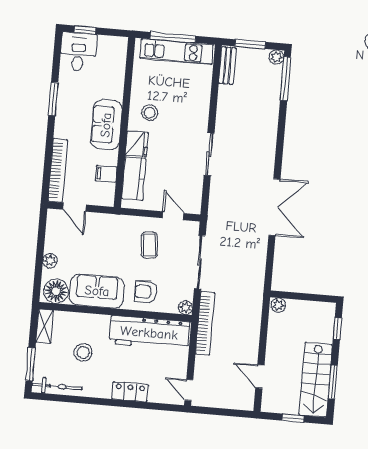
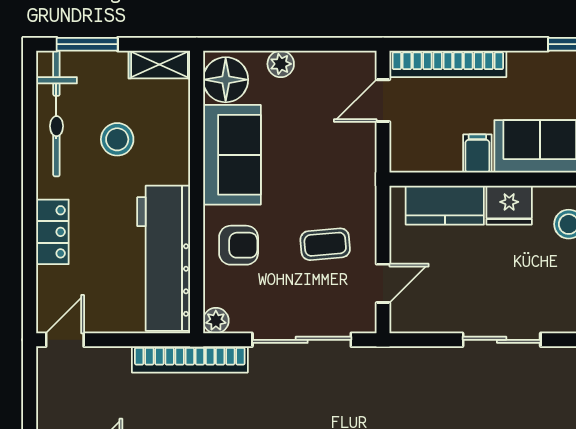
filing cabinet: (106, 174) -> (477, 154), moved
armchair: (146, 292) -> (239, 245), turned 90
bicycle: (57, 386) -> (56, 114), width x1.37, depth x1.40

